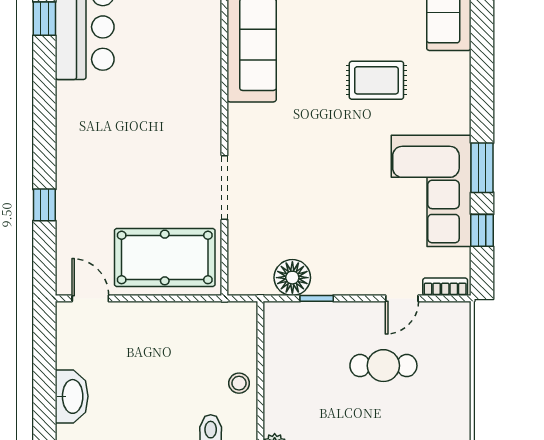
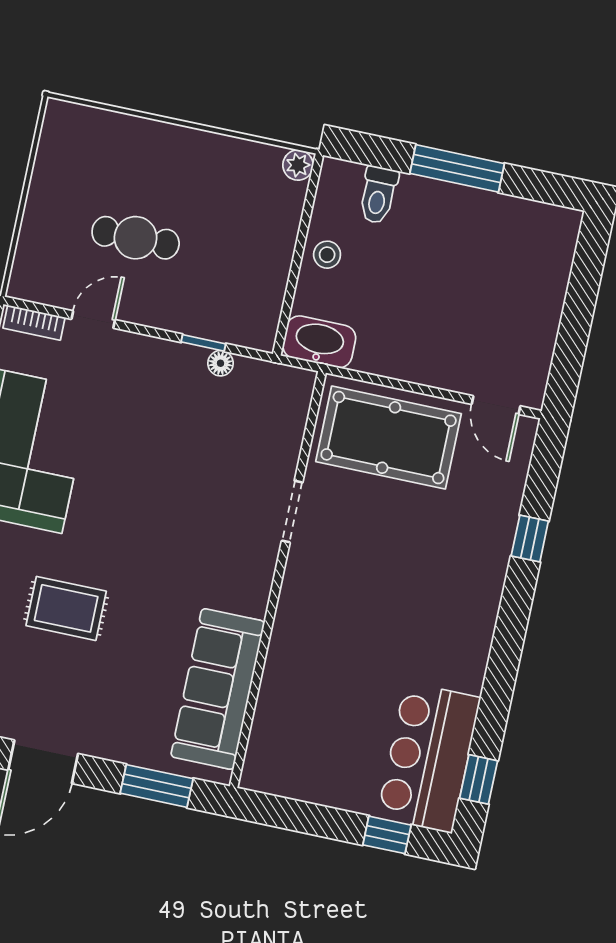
doorway: (224, 188) -> (292, 512), width x0.73
floor lamp: (292, 278) -> (220, 363), width x0.53, depth x0.53
washbasin: (72, 396) -> (319, 342), moved, turned 90

